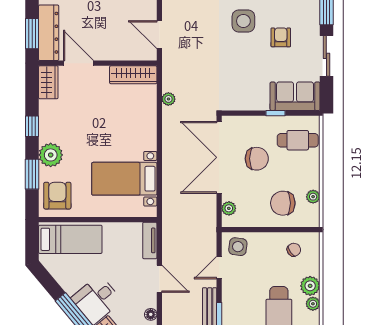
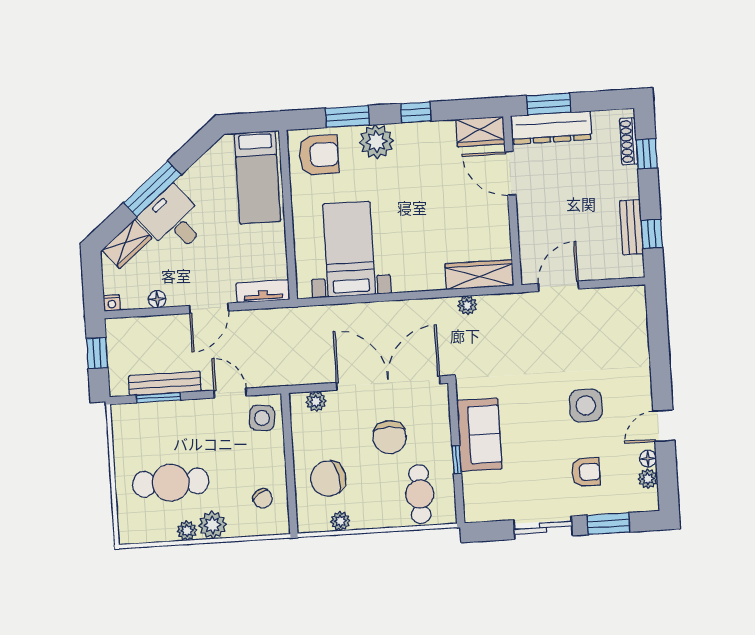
armchair: (281, 37) -> (586, 472), moved
door: (79, 63) -> (510, 173), swing flipped
wardrobe: (133, 75) -> (479, 275), moved, turned 90
sofa: (295, 96) -> (479, 435), moved
chair: (283, 203) -> (328, 478), turned -102

